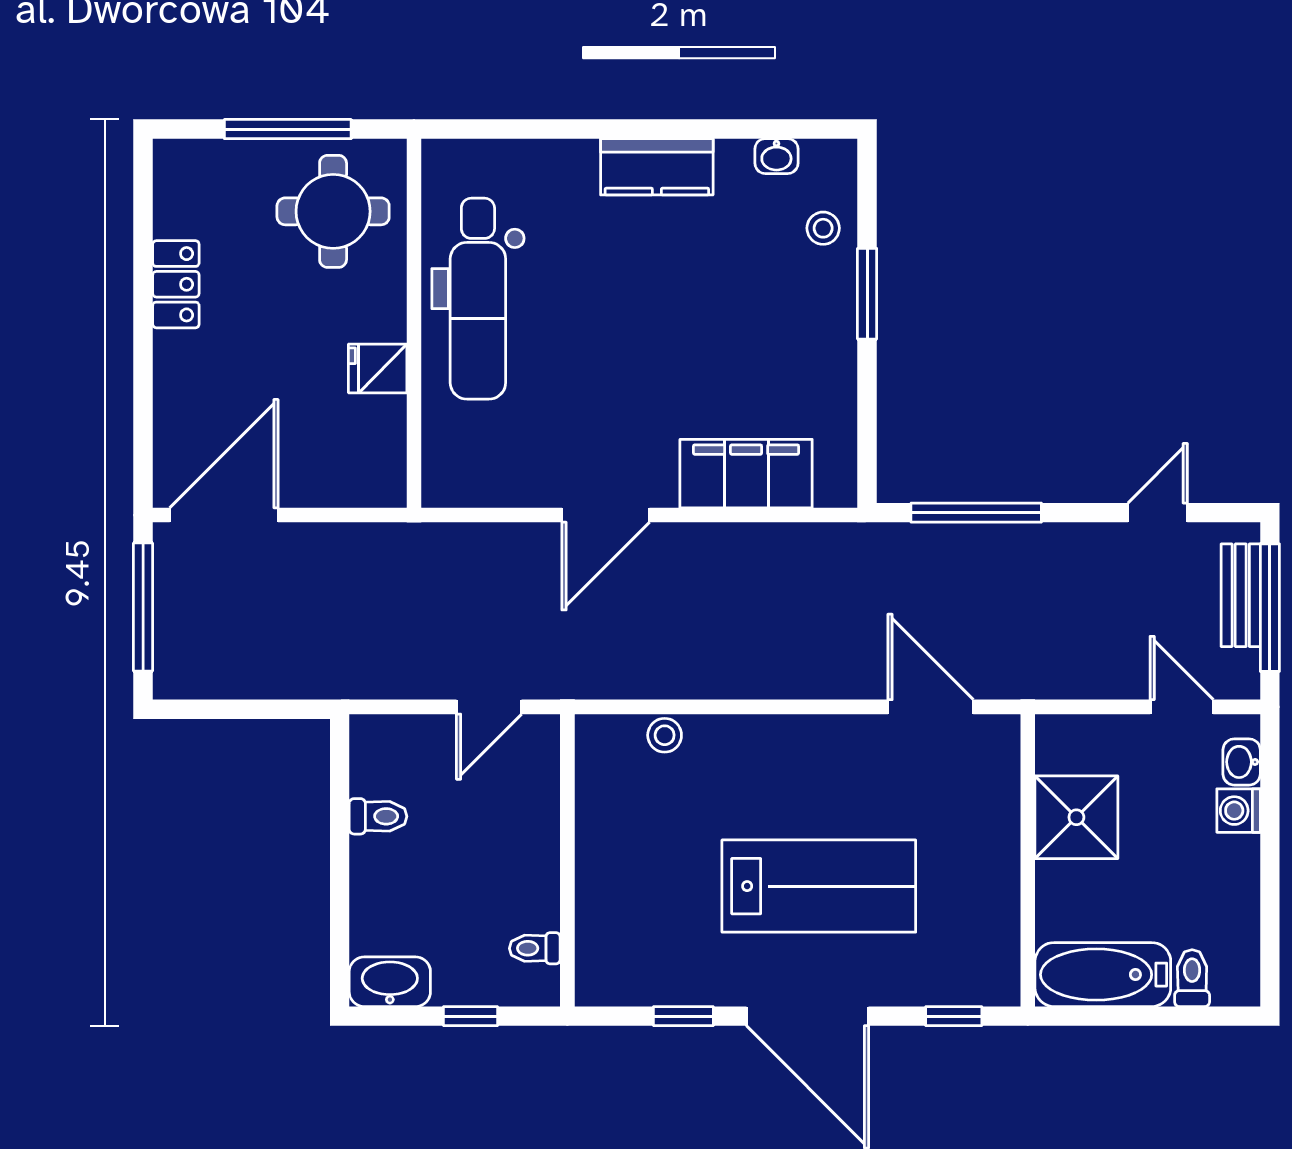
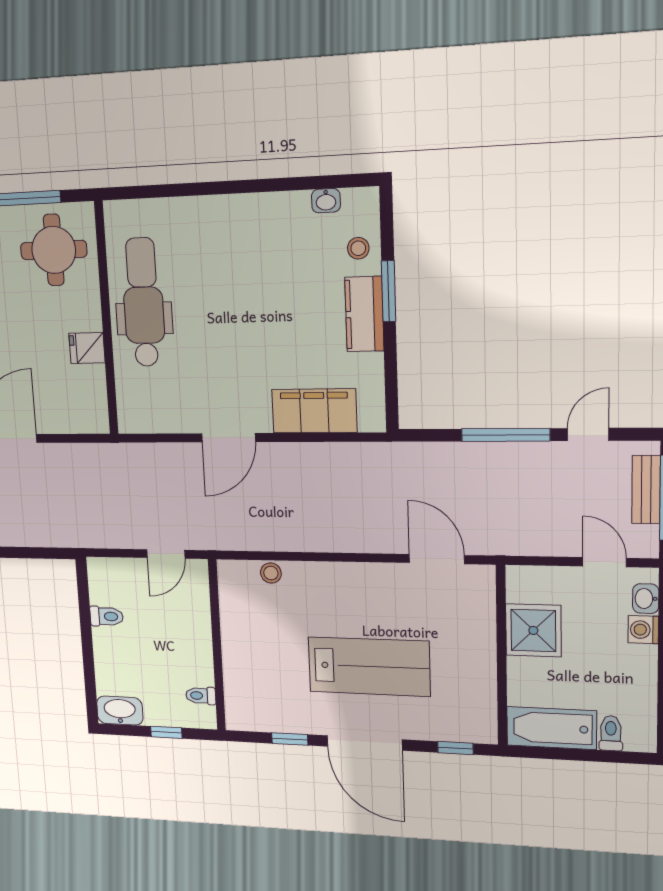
kitchen counter: (657, 167) -> (364, 314), moved, turned 90
dental chair: (478, 299) -> (143, 302), turned 180
window: (976, 513) -> (506, 435), moved

